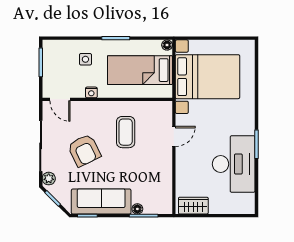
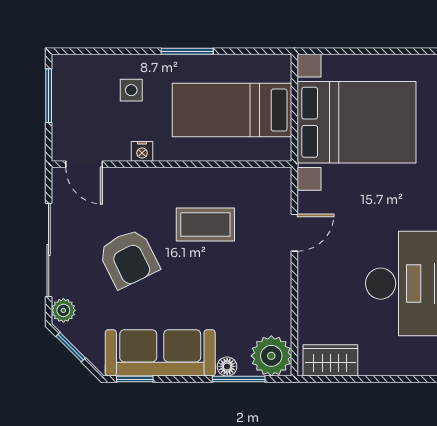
floor lamp: (167, 45) -> (282, 64), removed
coffee table: (126, 132) -> (205, 225), turned 90
plant: (161, 203) -> (271, 356), added

